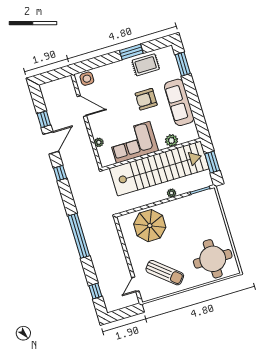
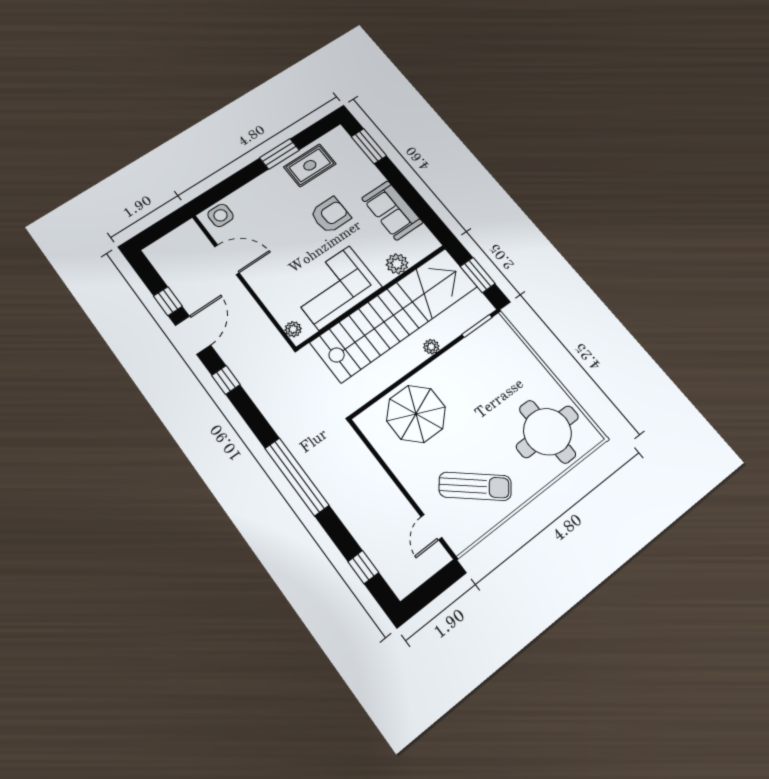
armchair: (146, 99) -> (330, 215), turned 180
sofa: (179, 102) -> (392, 210), width x0.73
plant: (99, 142) -> (293, 329), moved

